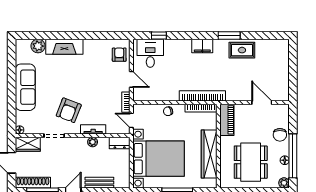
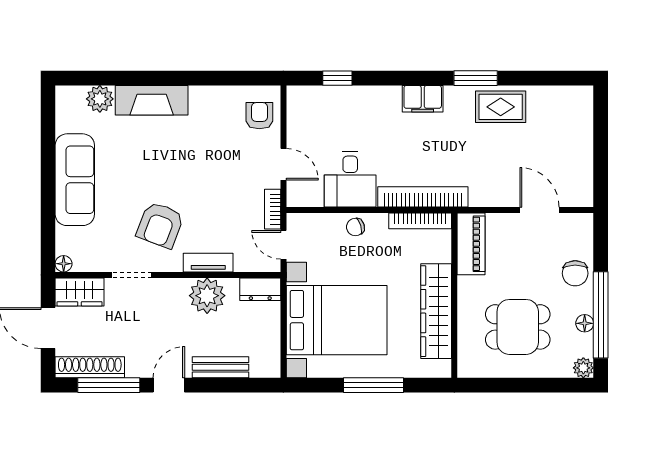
desk: (150, 53) -> (350, 179), moved, turned 180
plant: (93, 142) -> (207, 296), width x1.88, depth x1.88
dining table: (251, 162) -> (518, 327), width x0.73

